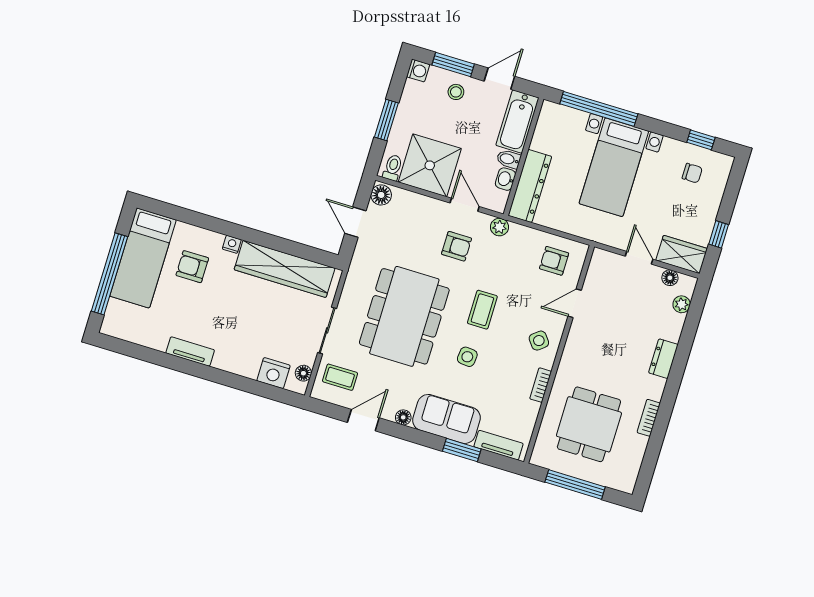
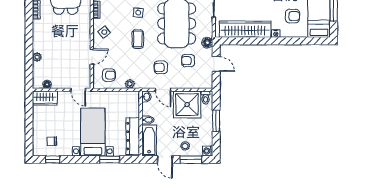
door: (499, 79) -> (165, 160), hinge flipped
window: (599, 109) -> (110, 160), width x0.47
washbasin: (505, 179) -> (146, 97), moved
dresser: (530, 186) -> (133, 136), moved
floor lamp: (381, 195) -> (207, 43), moved
plant: (499, 227) -> (130, 84), moved
window: (719, 234) -> (29, 114), removed
armchair: (404, 244) -> (188, 61), added
door: (639, 258) -> (78, 90), moved
plant: (682, 304) -> (37, 57), moved
dresser: (663, 359) -> (38, 42), removed

